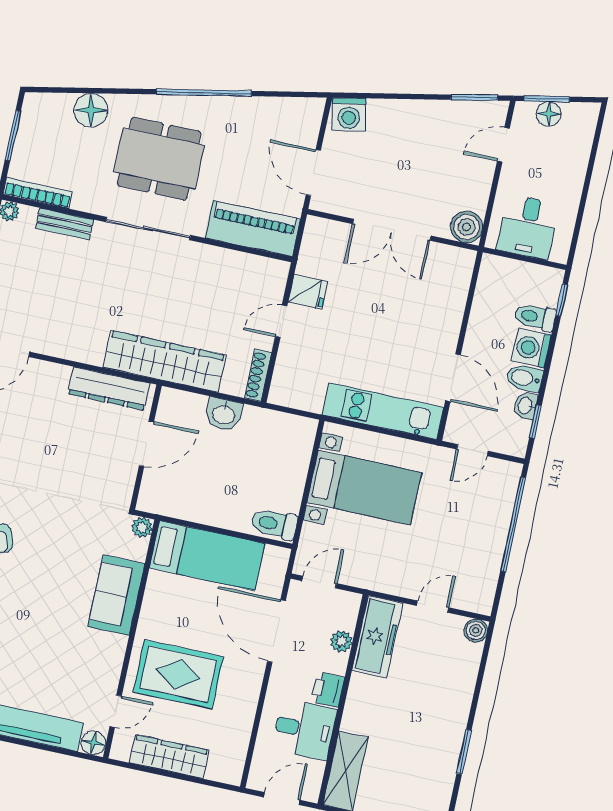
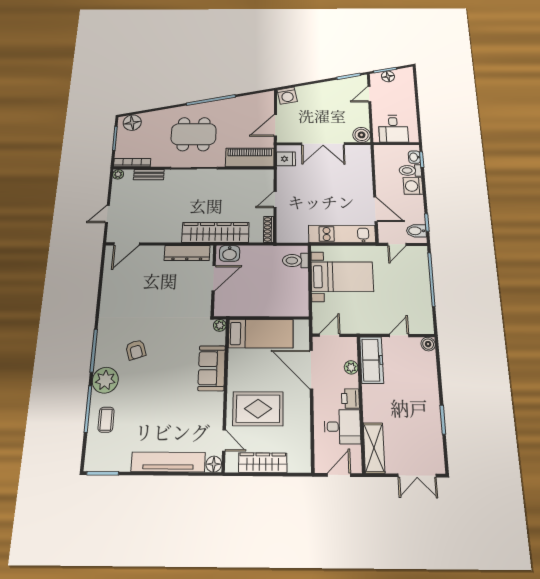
floor lamp: (91, 110) -> (132, 123), moved
door: (313, 173) -> (275, 125), hinge flipped
fridge: (308, 292) -> (286, 159), moved
bidet: (525, 378) -> (416, 231), moved
washbasin: (525, 406) -> (414, 157), moved
washbasin: (224, 414) -> (230, 253), moved
toilet: (274, 524) -> (295, 261), moved
door: (116, 711) -> (224, 440), hinge flipped

